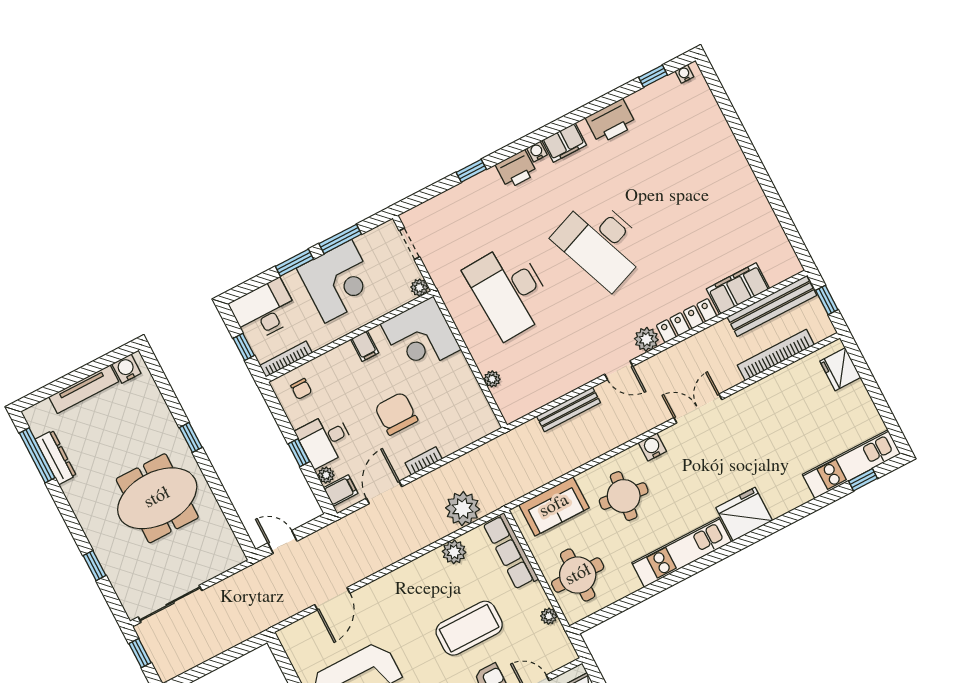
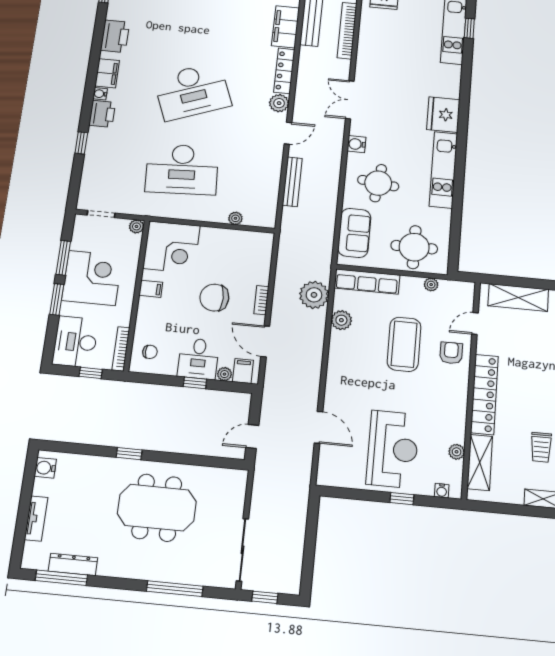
tv unit: (84, 389) -> (36, 519), width x0.71
meeting table: (157, 498) -> (157, 508), turned 90
window: (94, 566) -> (175, 589), width x2.17

